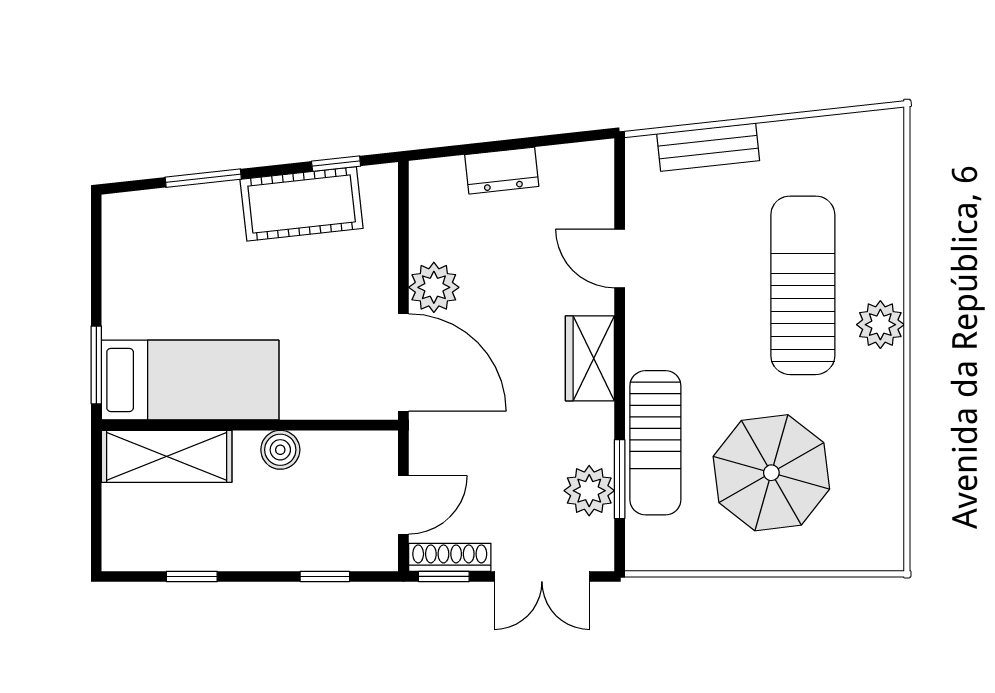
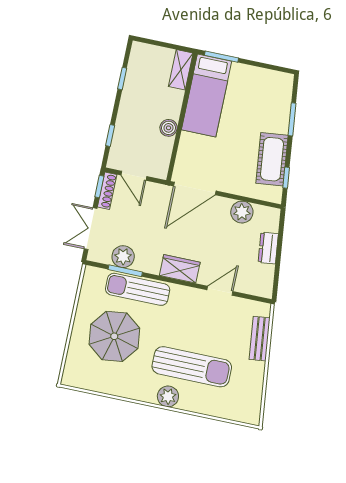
plant: (434, 287) -> (242, 212), moved
shelving: (167, 456) -> (181, 70), width x0.67, depth x0.75

